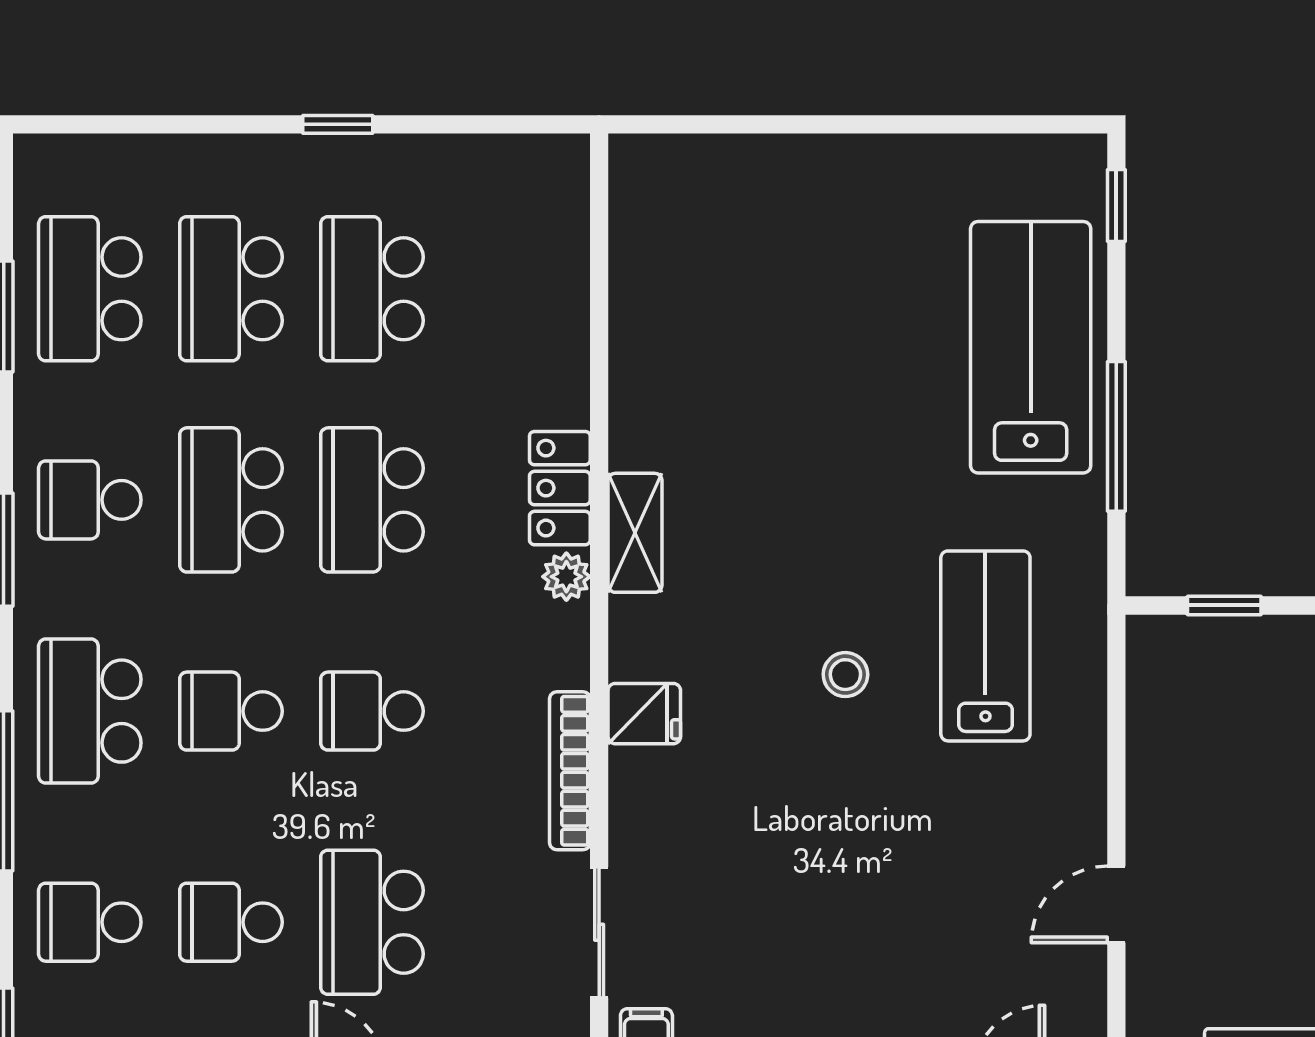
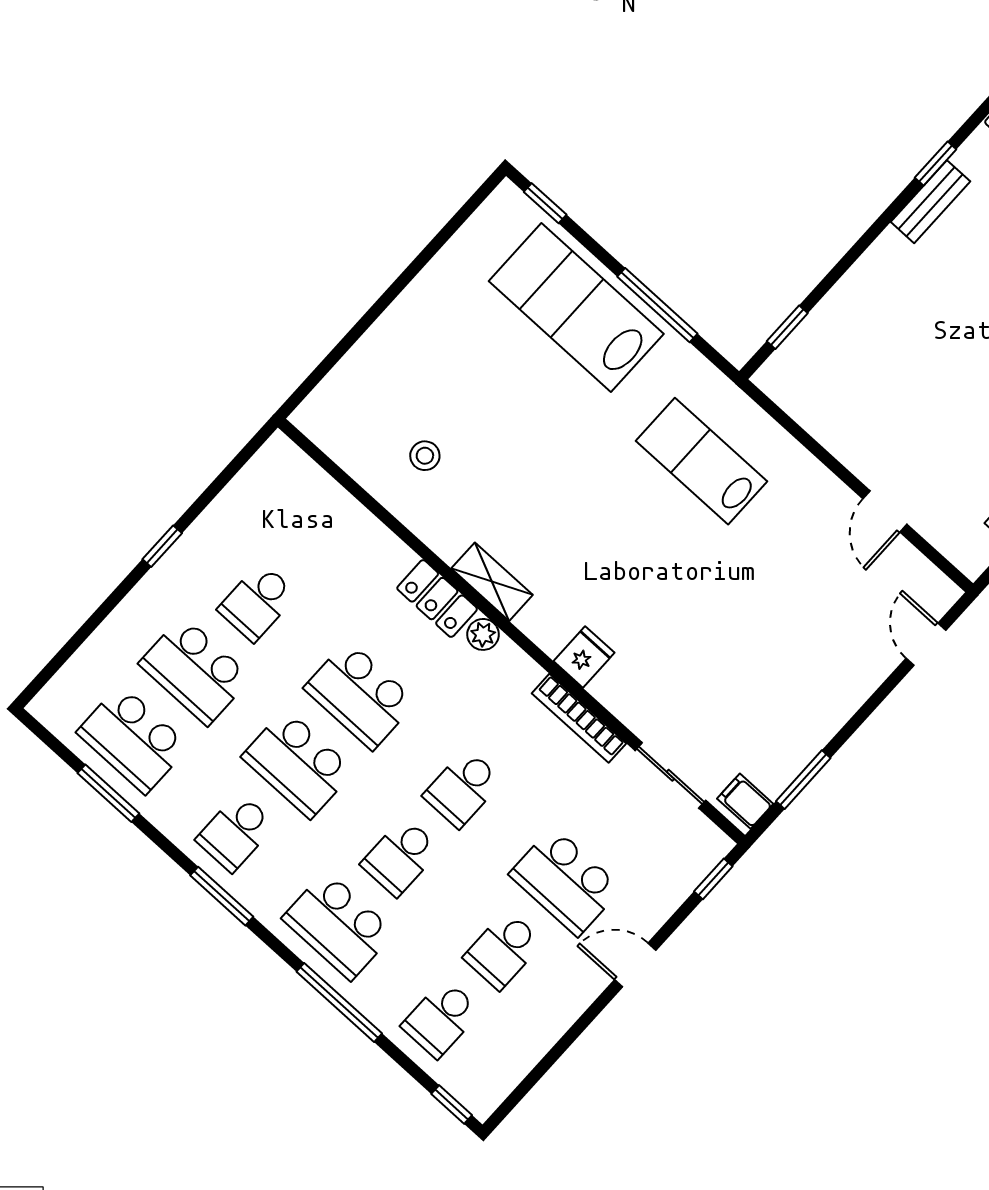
school desk: (372, 289) -> (257, 602), width x0.54
stool: (845, 675) -> (425, 456), moved

